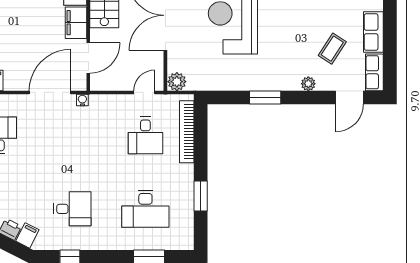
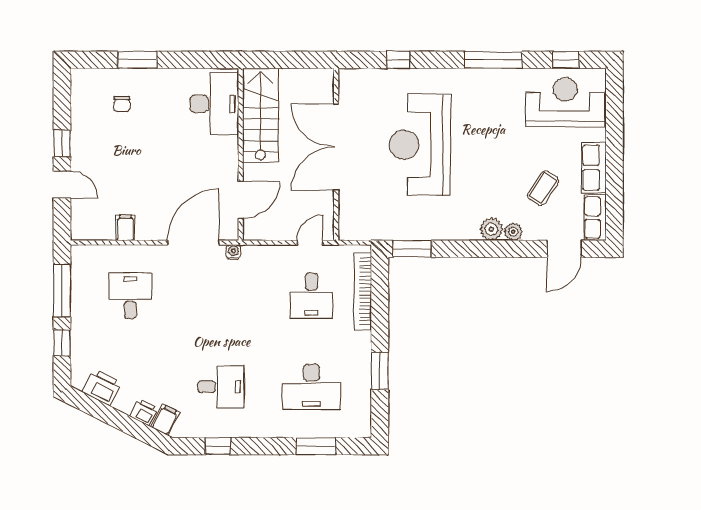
filing cabinet: (76, 23) -> (225, 156), removed
plant: (177, 82) -> (491, 229), moved
window: (265, 98) -> (412, 249), moved

